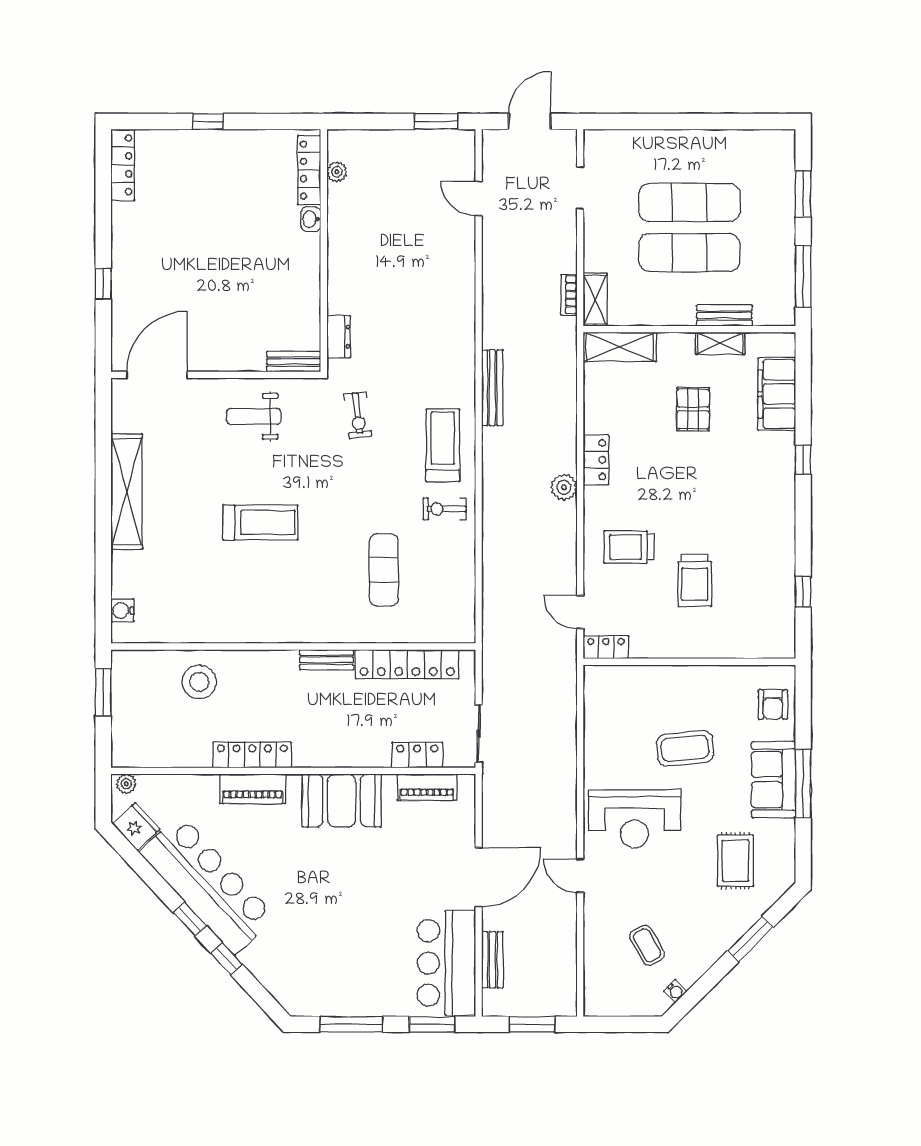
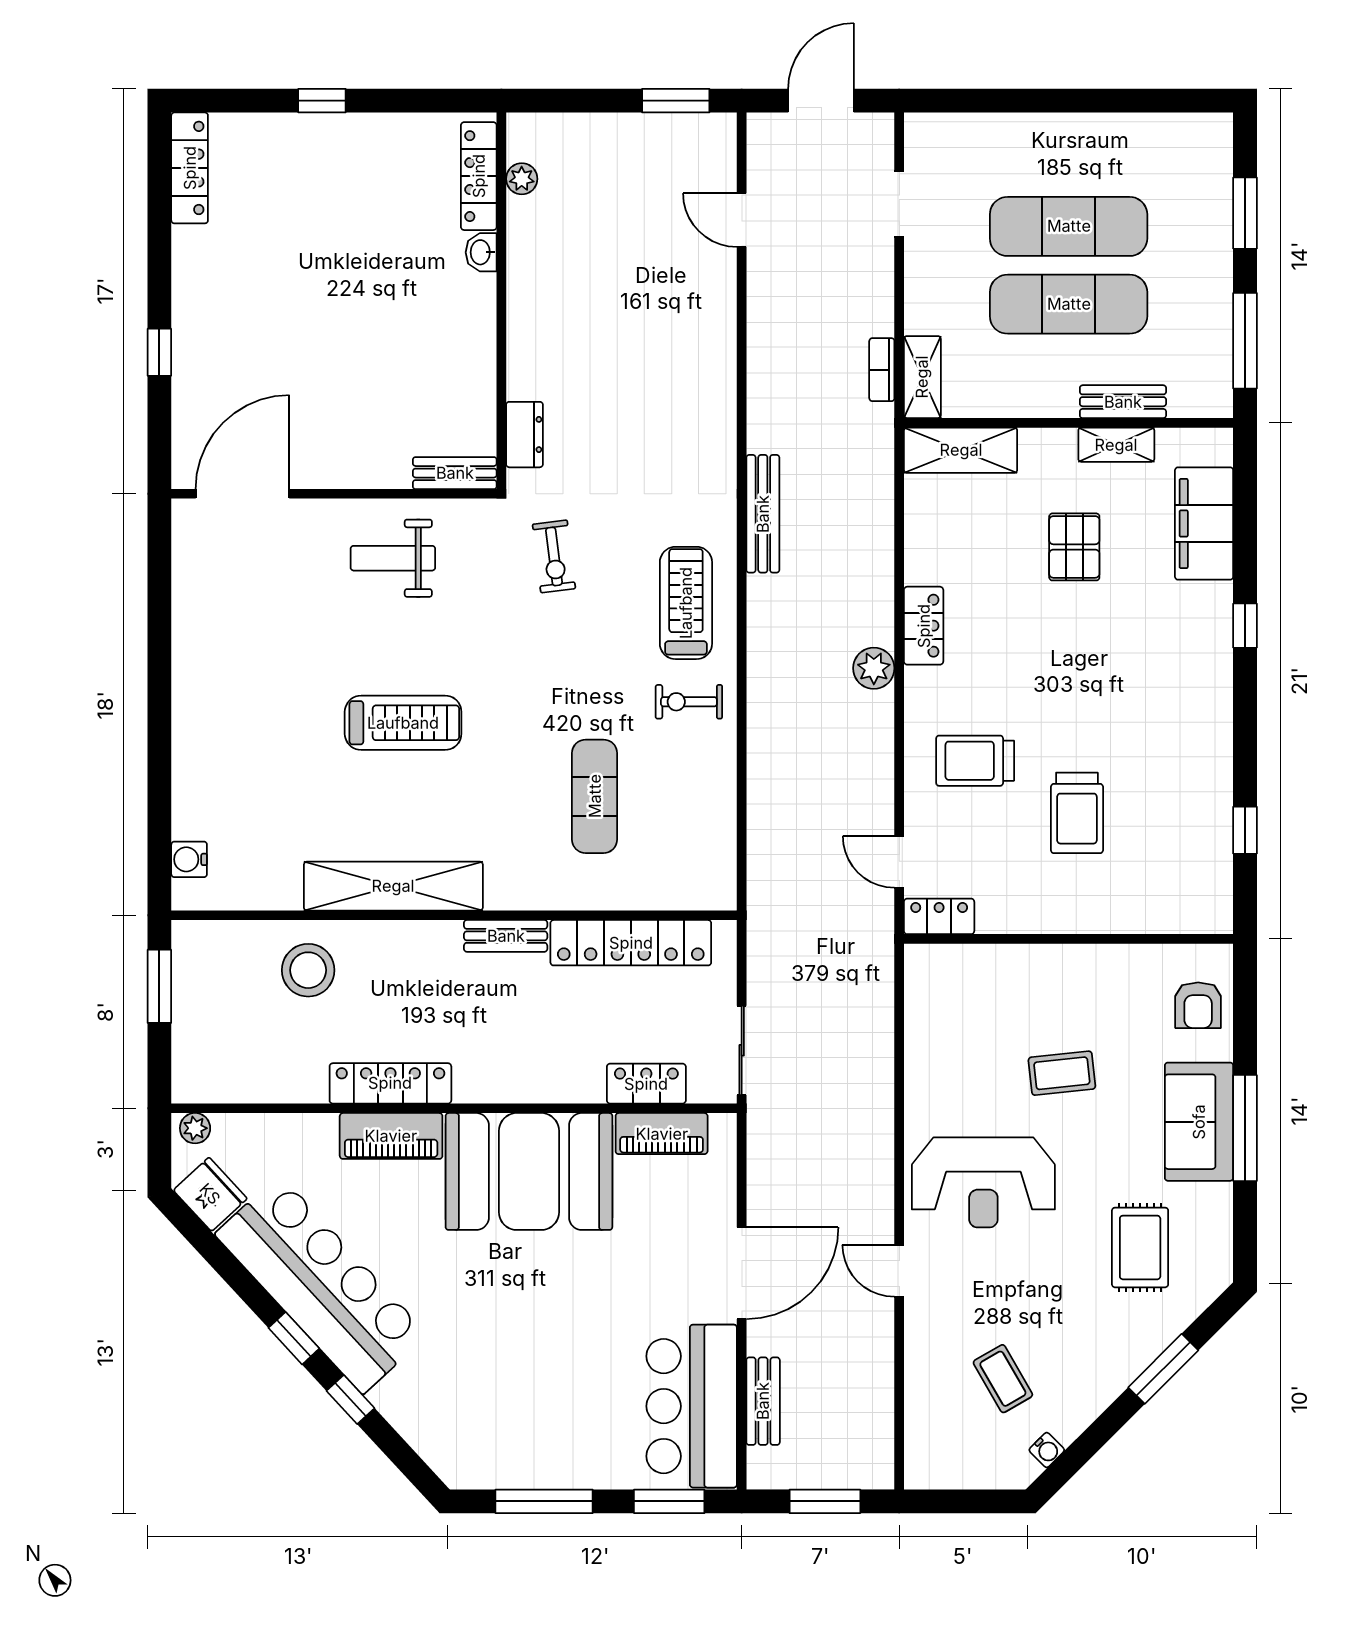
shelving: (127, 492) -> (393, 886), moved, turned 90
coffee table: (685, 748) -> (1062, 1073), width x0.73, depth x0.77
booth: (342, 800) -> (529, 1171), width x1.36, depth x1.42

